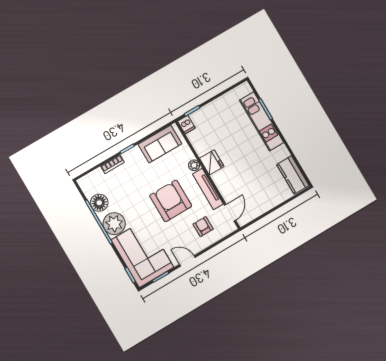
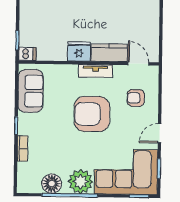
plant: (194, 165) -> (71, 70), removed
kitchen counter: (225, 186) -> (109, 53), added
tv unit: (208, 189) -> (95, 71), width x0.71

